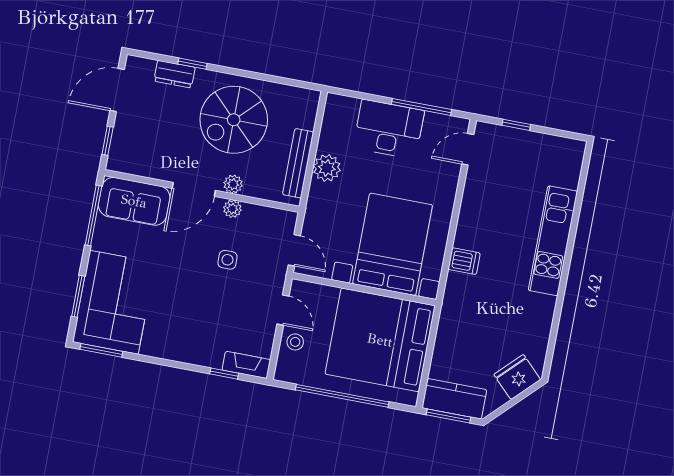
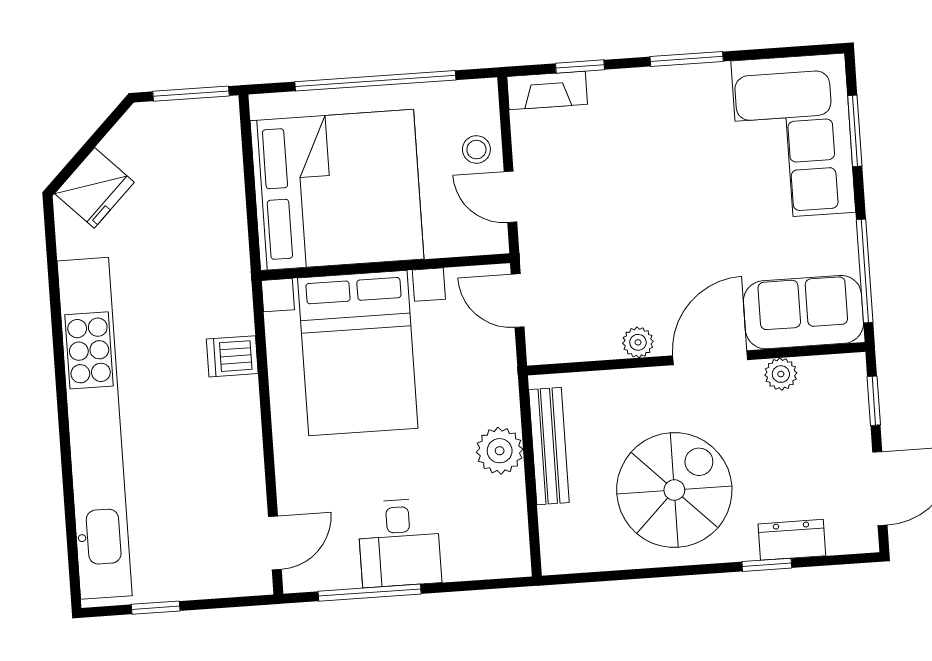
window: (516, 125) -> (156, 608), moved
desk: (389, 129) -> (399, 543), width x0.73
plant: (233, 184) -> (781, 374), moved
kitchen unit: (553, 241) -> (95, 428), width x1.86
side table: (227, 260) -> (624, 256), removed
window: (101, 350) -> (687, 59), moved
kitchen counter: (454, 399) -> (189, 125), removed

